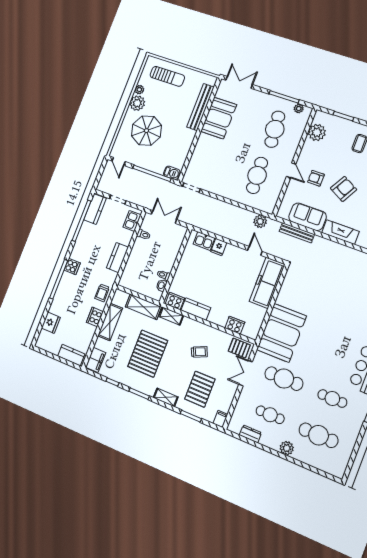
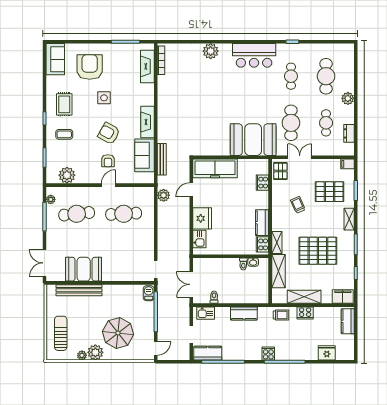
fridge: (219, 247) -> (202, 218), width x1.88, depth x1.34
double door: (246, 373) -> (300, 157), swing flipped

